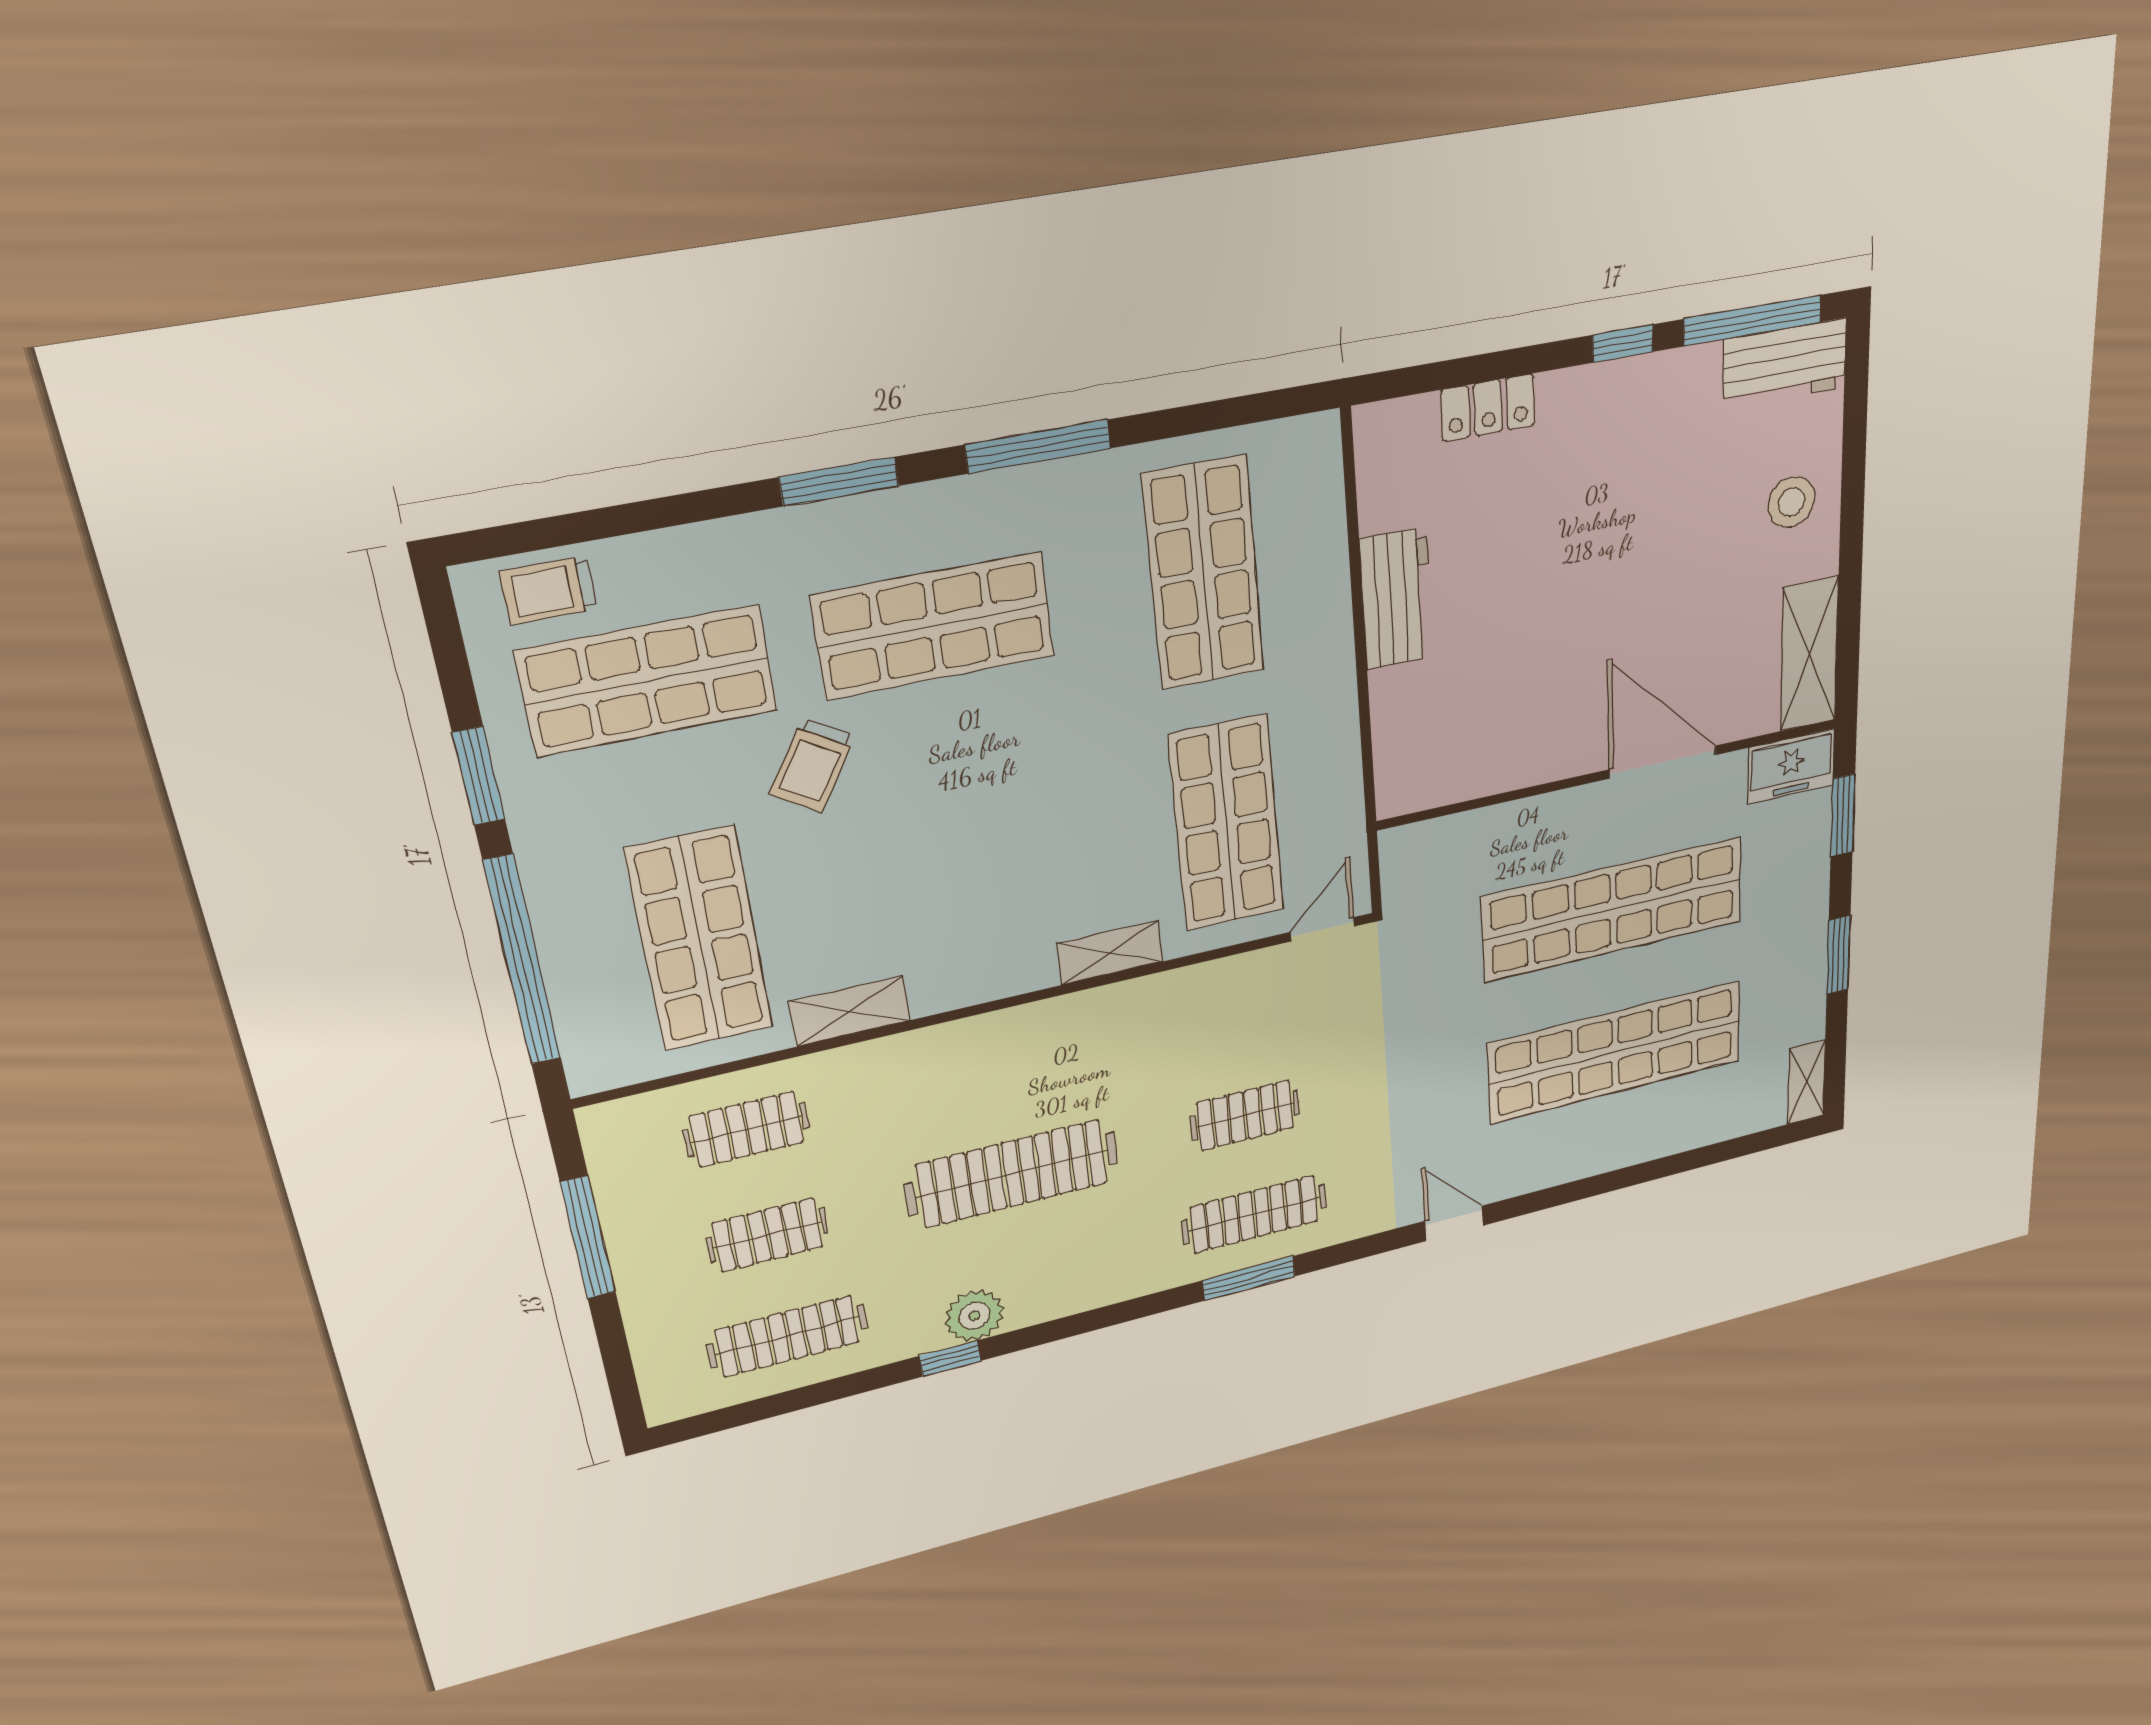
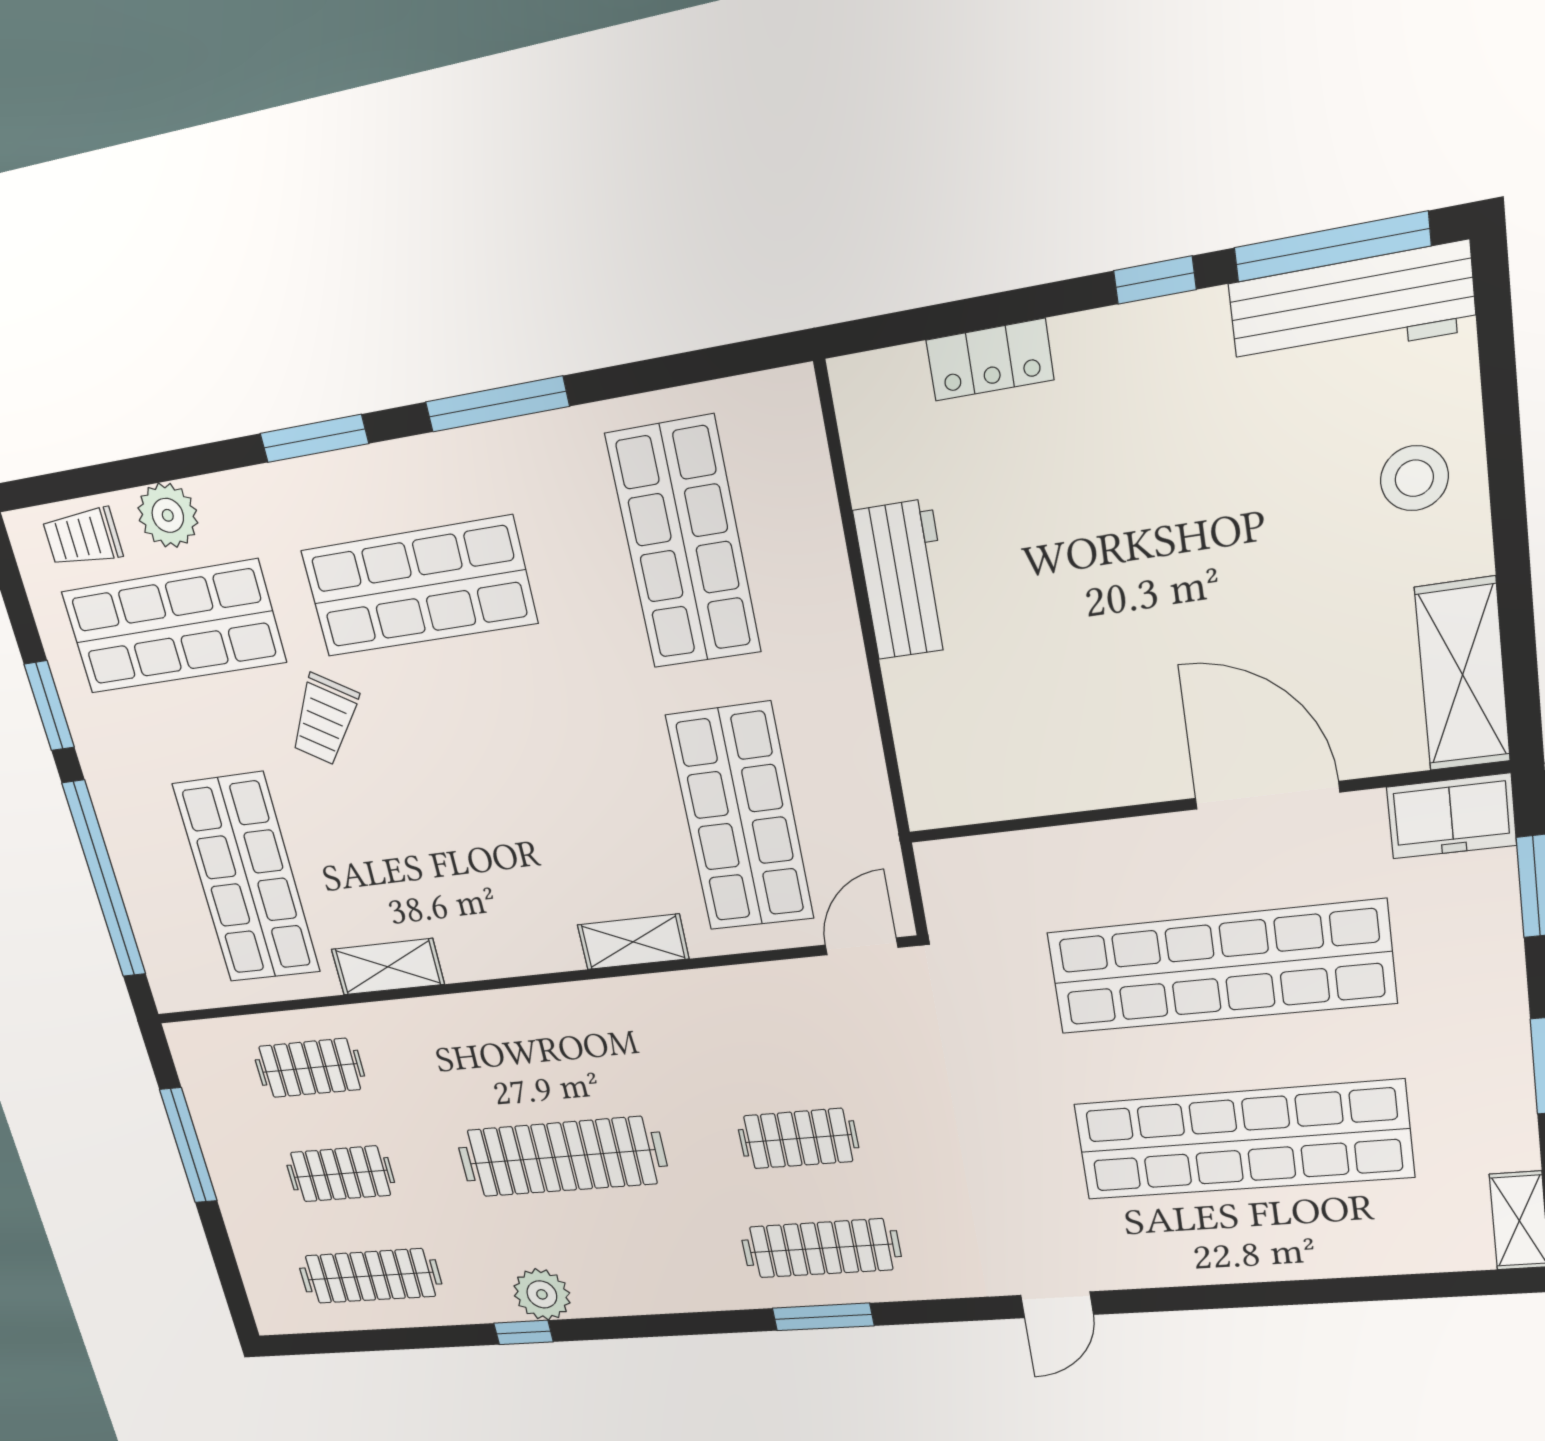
workbench: (1785, 363) -> (1351, 306), width x1.38
plant: (658, 564) -> (168, 515), added
door: (1454, 1223) -> (1057, 1305), swing flipped

